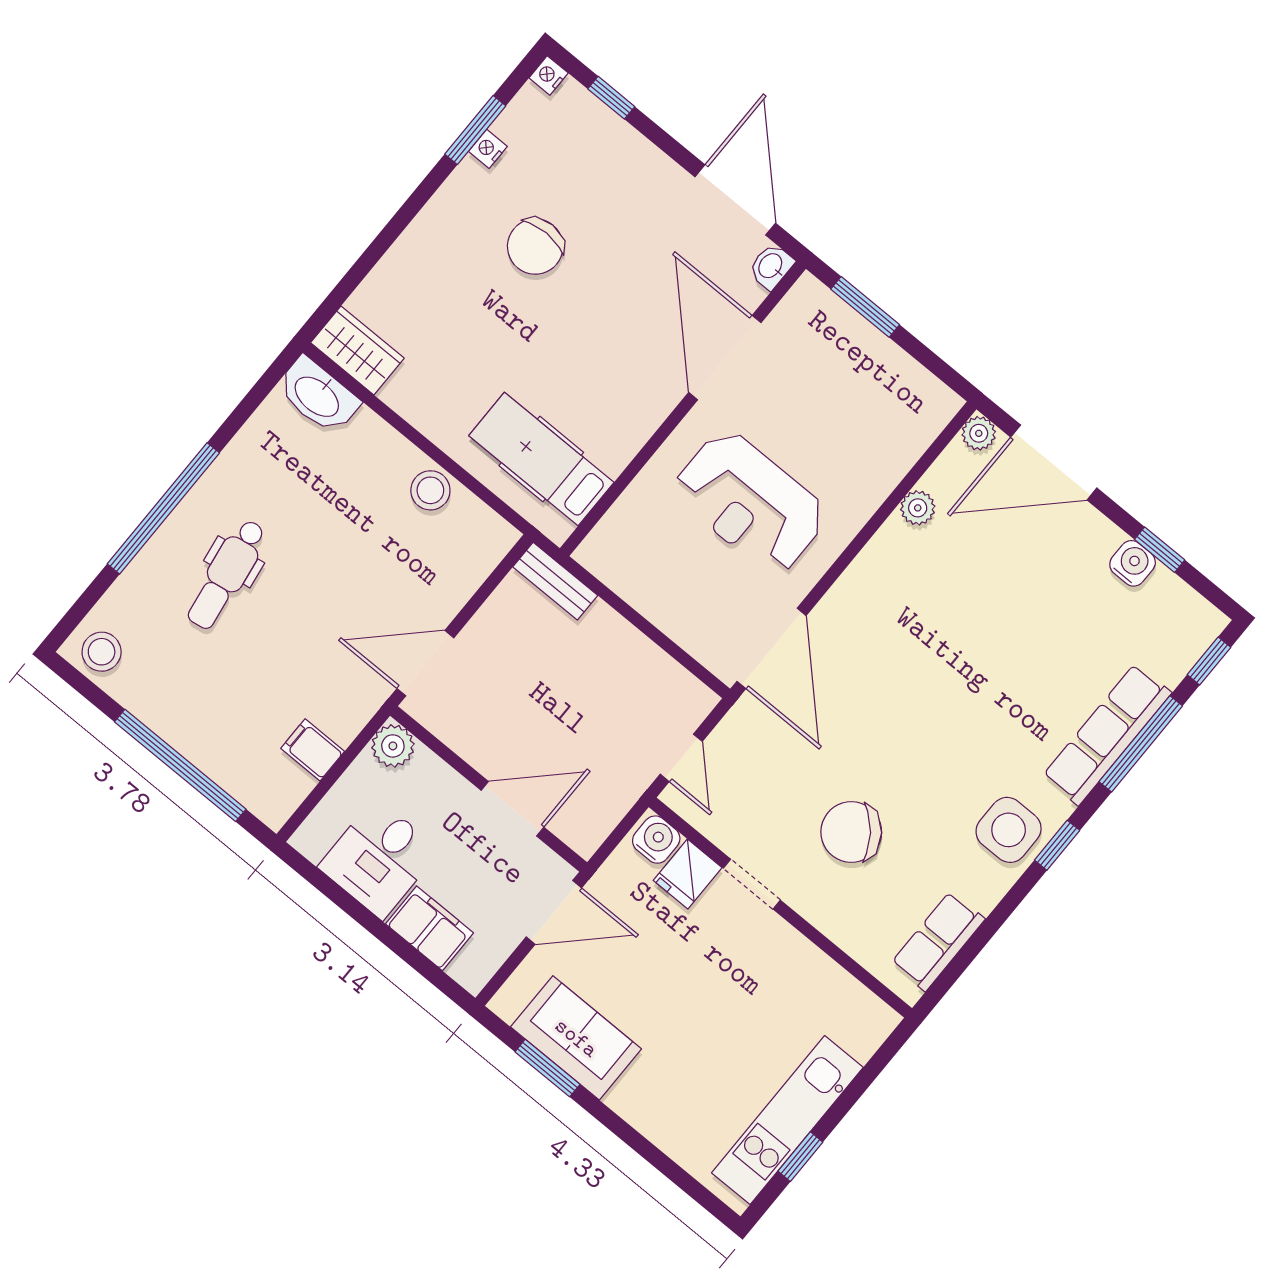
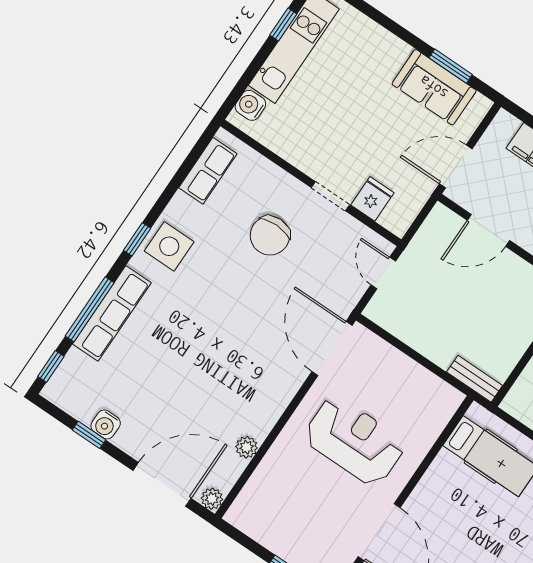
chair: (851, 832) -> (270, 236), turned 128
water cooler: (656, 840) -> (250, 105), moved, turned 90

